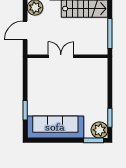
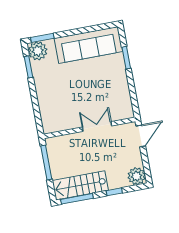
door: (25, 30) -> (141, 136), moved
double door: (61, 56) -> (97, 126), swing flipped

